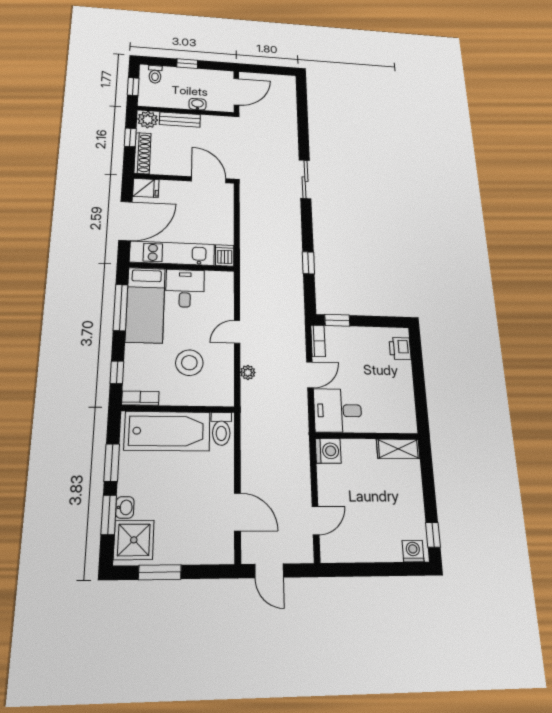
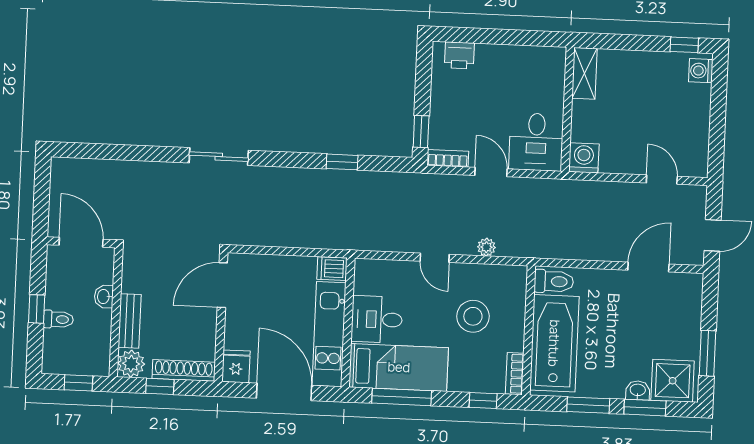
toilet: (155, 74) -> (58, 319), moved

